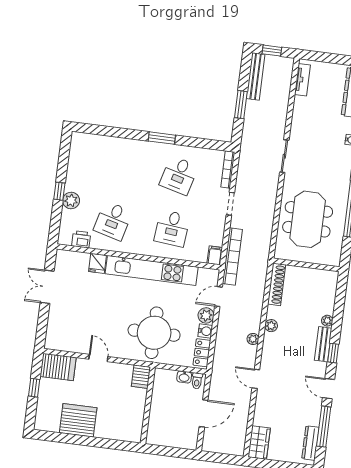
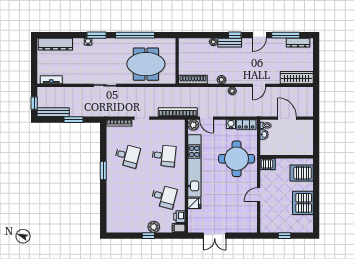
filing cabinet: (215, 255) -> (179, 228), moved
plant: (206, 315) -> (193, 125), moved
server rack: (58, 367) -> (302, 173), moved, turned -90
wardrobe: (259, 443) -> (297, 78), width x1.50

